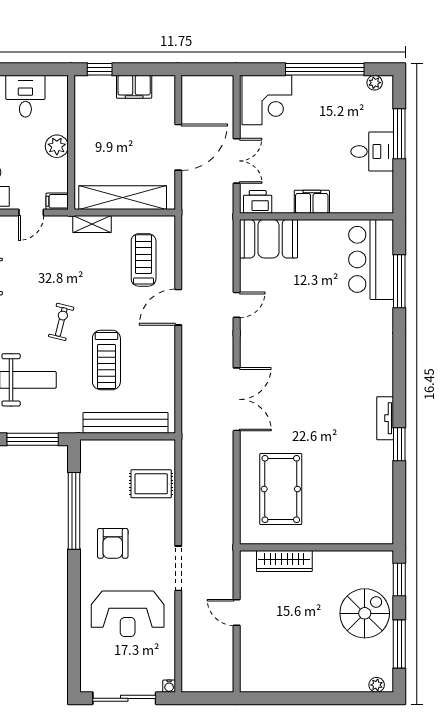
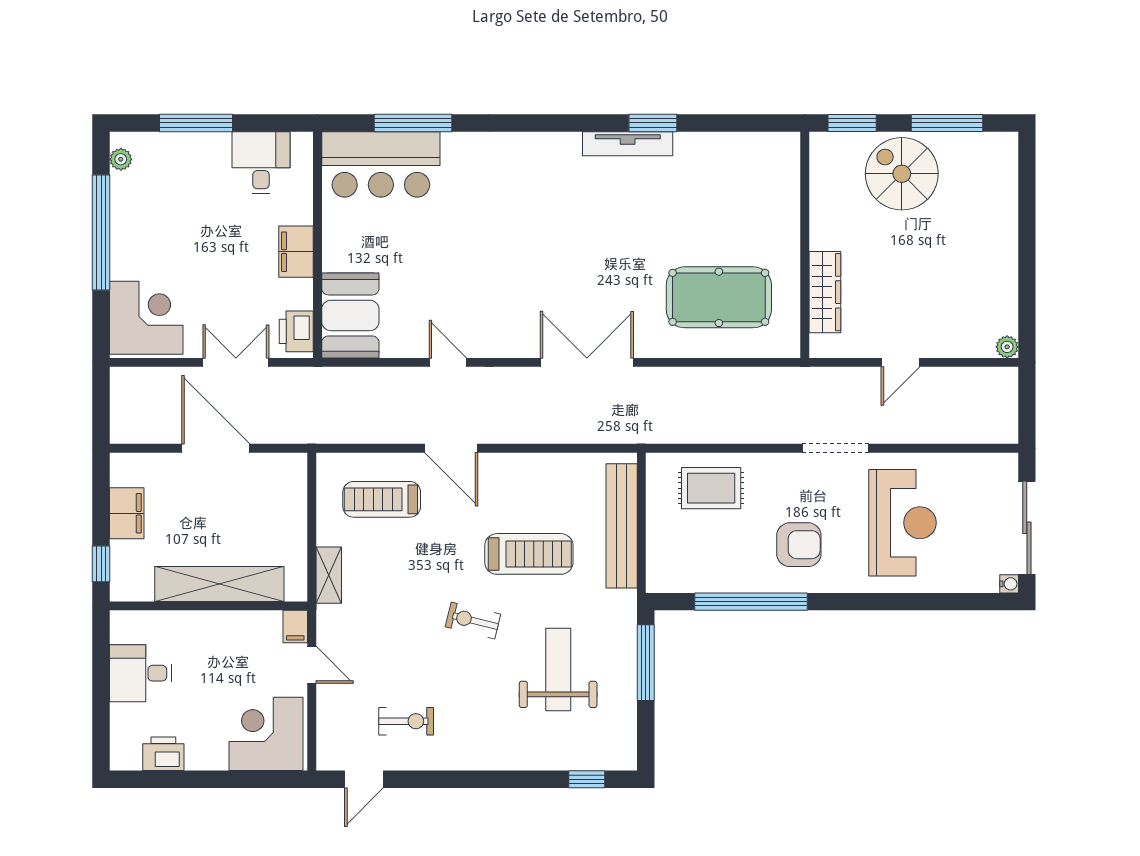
plant: (57, 146) -> (214, 627), removed
desk: (372, 152) -> (261, 163), moved
shelving: (123, 198) -> (219, 584), moved, turned 90
tv unit: (385, 418) -> (628, 144), width x1.41
rug: (151, 484) -> (711, 488), turned 90
plant: (377, 685) -> (1007, 347), moved
water cooler: (169, 686) -> (1009, 584), moved

